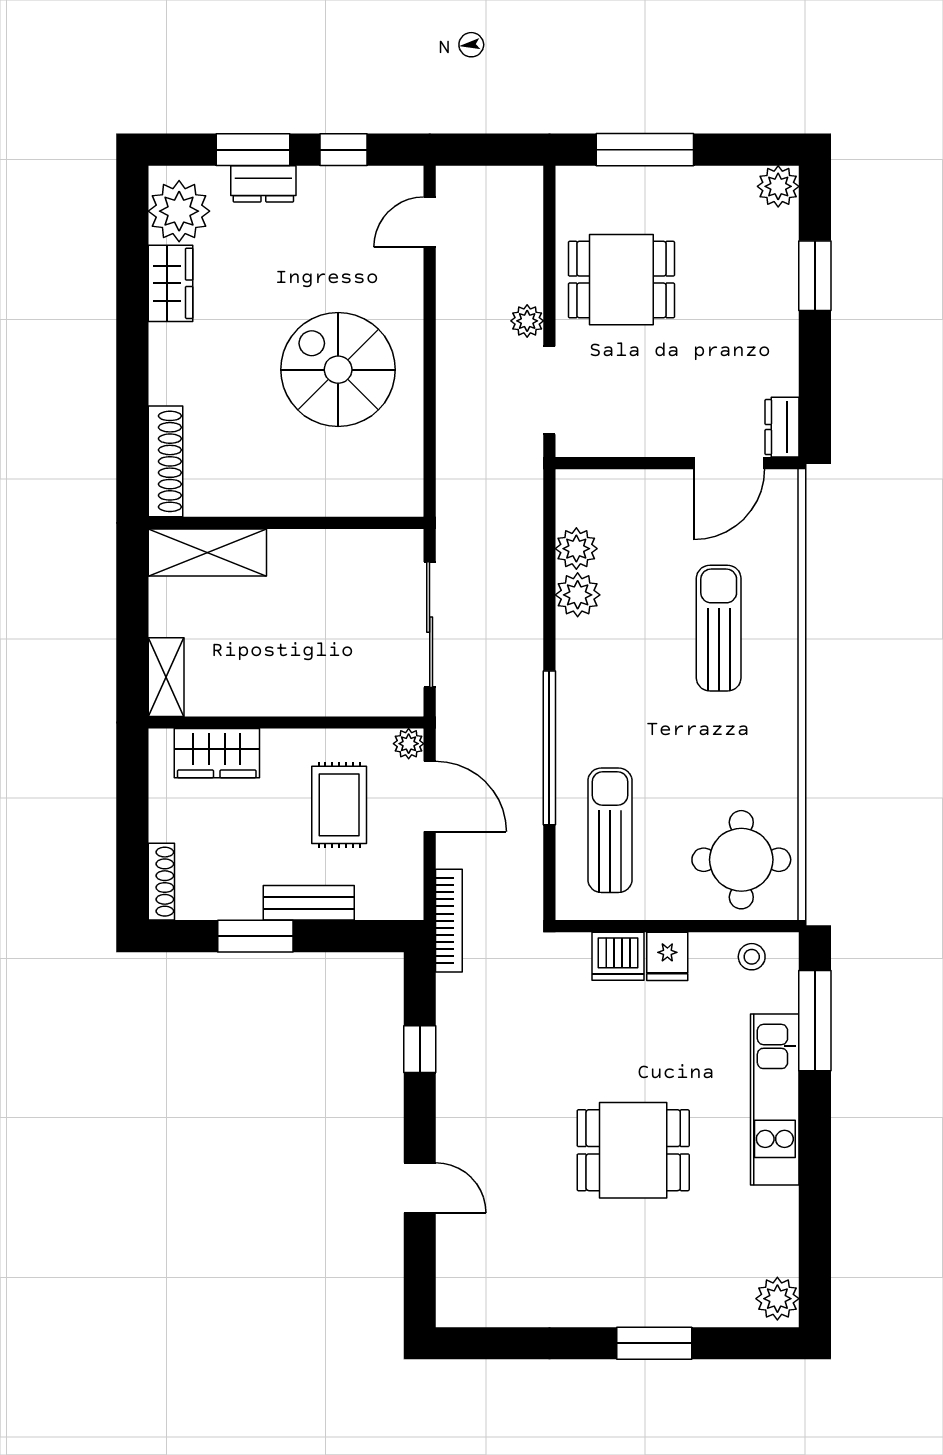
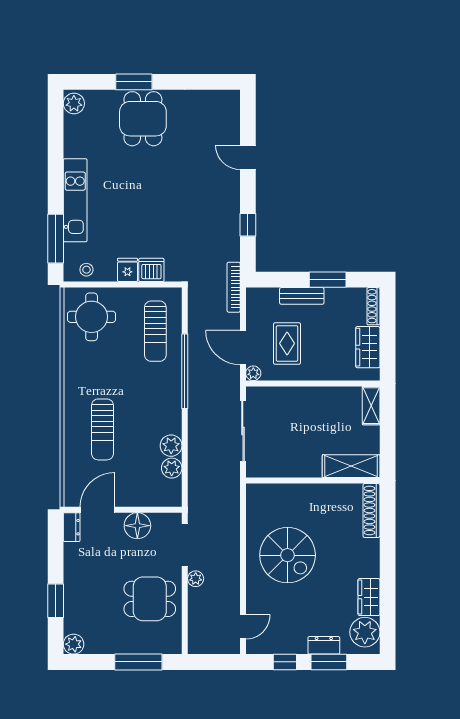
floor lamp: (647, 430) -> (137, 526), added
wardrobe: (217, 753) -> (368, 347), moved, turned -90
dining table: (633, 1150) -> (143, 119), moved, turned 90

